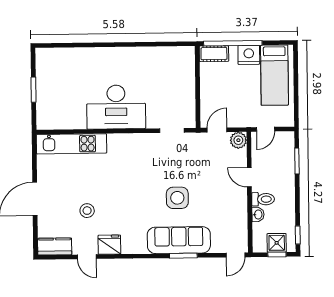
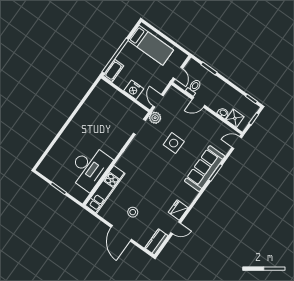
nightstand: (249, 55) -> (134, 90), moved, turned -90
desk: (116, 107) -> (89, 168), moved
plant: (238, 140) -> (155, 118), moved
side table: (177, 198) -> (174, 143), moved
toilet: (263, 199) -> (194, 87), moved
stool: (87, 211) -> (133, 212), moved
shower: (277, 243) -> (235, 118), moved
door: (235, 255) -> (237, 143), swing flipped

